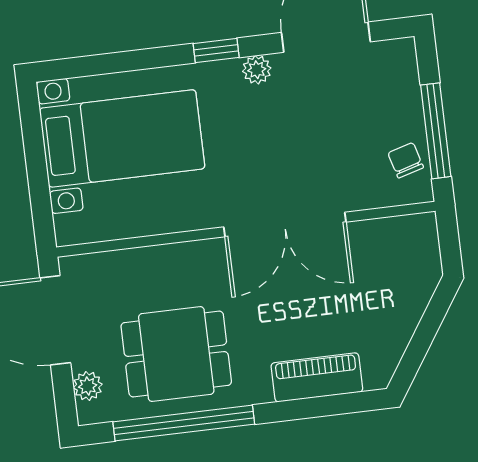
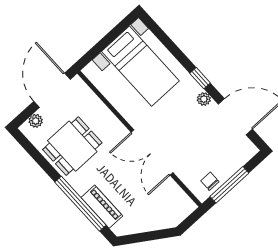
chair: (406, 160) -> (210, 181), turned -74
dining table: (176, 354) -> (72, 146), turned 90
window: (184, 423) -> (80, 204), moved

